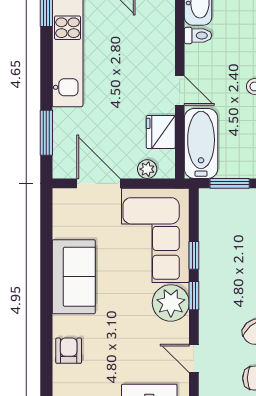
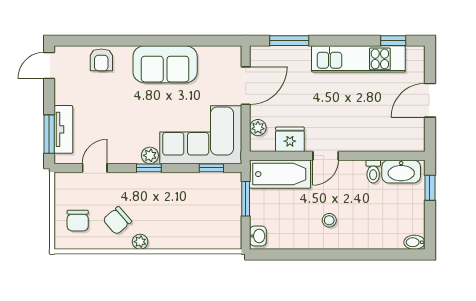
window: (194, 255) -> (211, 168), moved
plant: (171, 303) -> (150, 155), width x0.53, depth x0.53
armchair: (69, 351) -> (101, 60), turned 90

